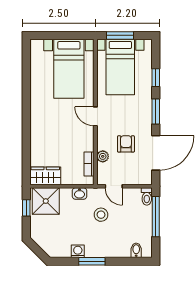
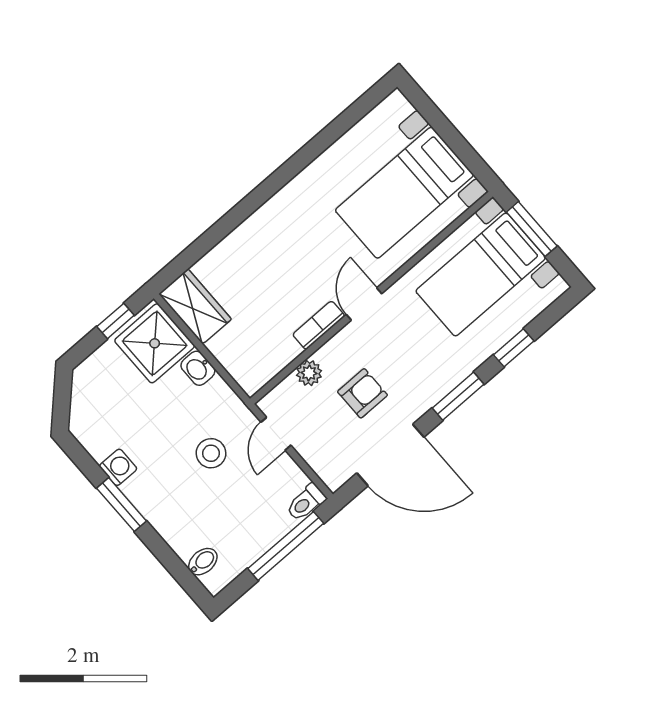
bookcase: (89, 164) -> (319, 325), moved
washbasin: (79, 194) -> (198, 368), moved

